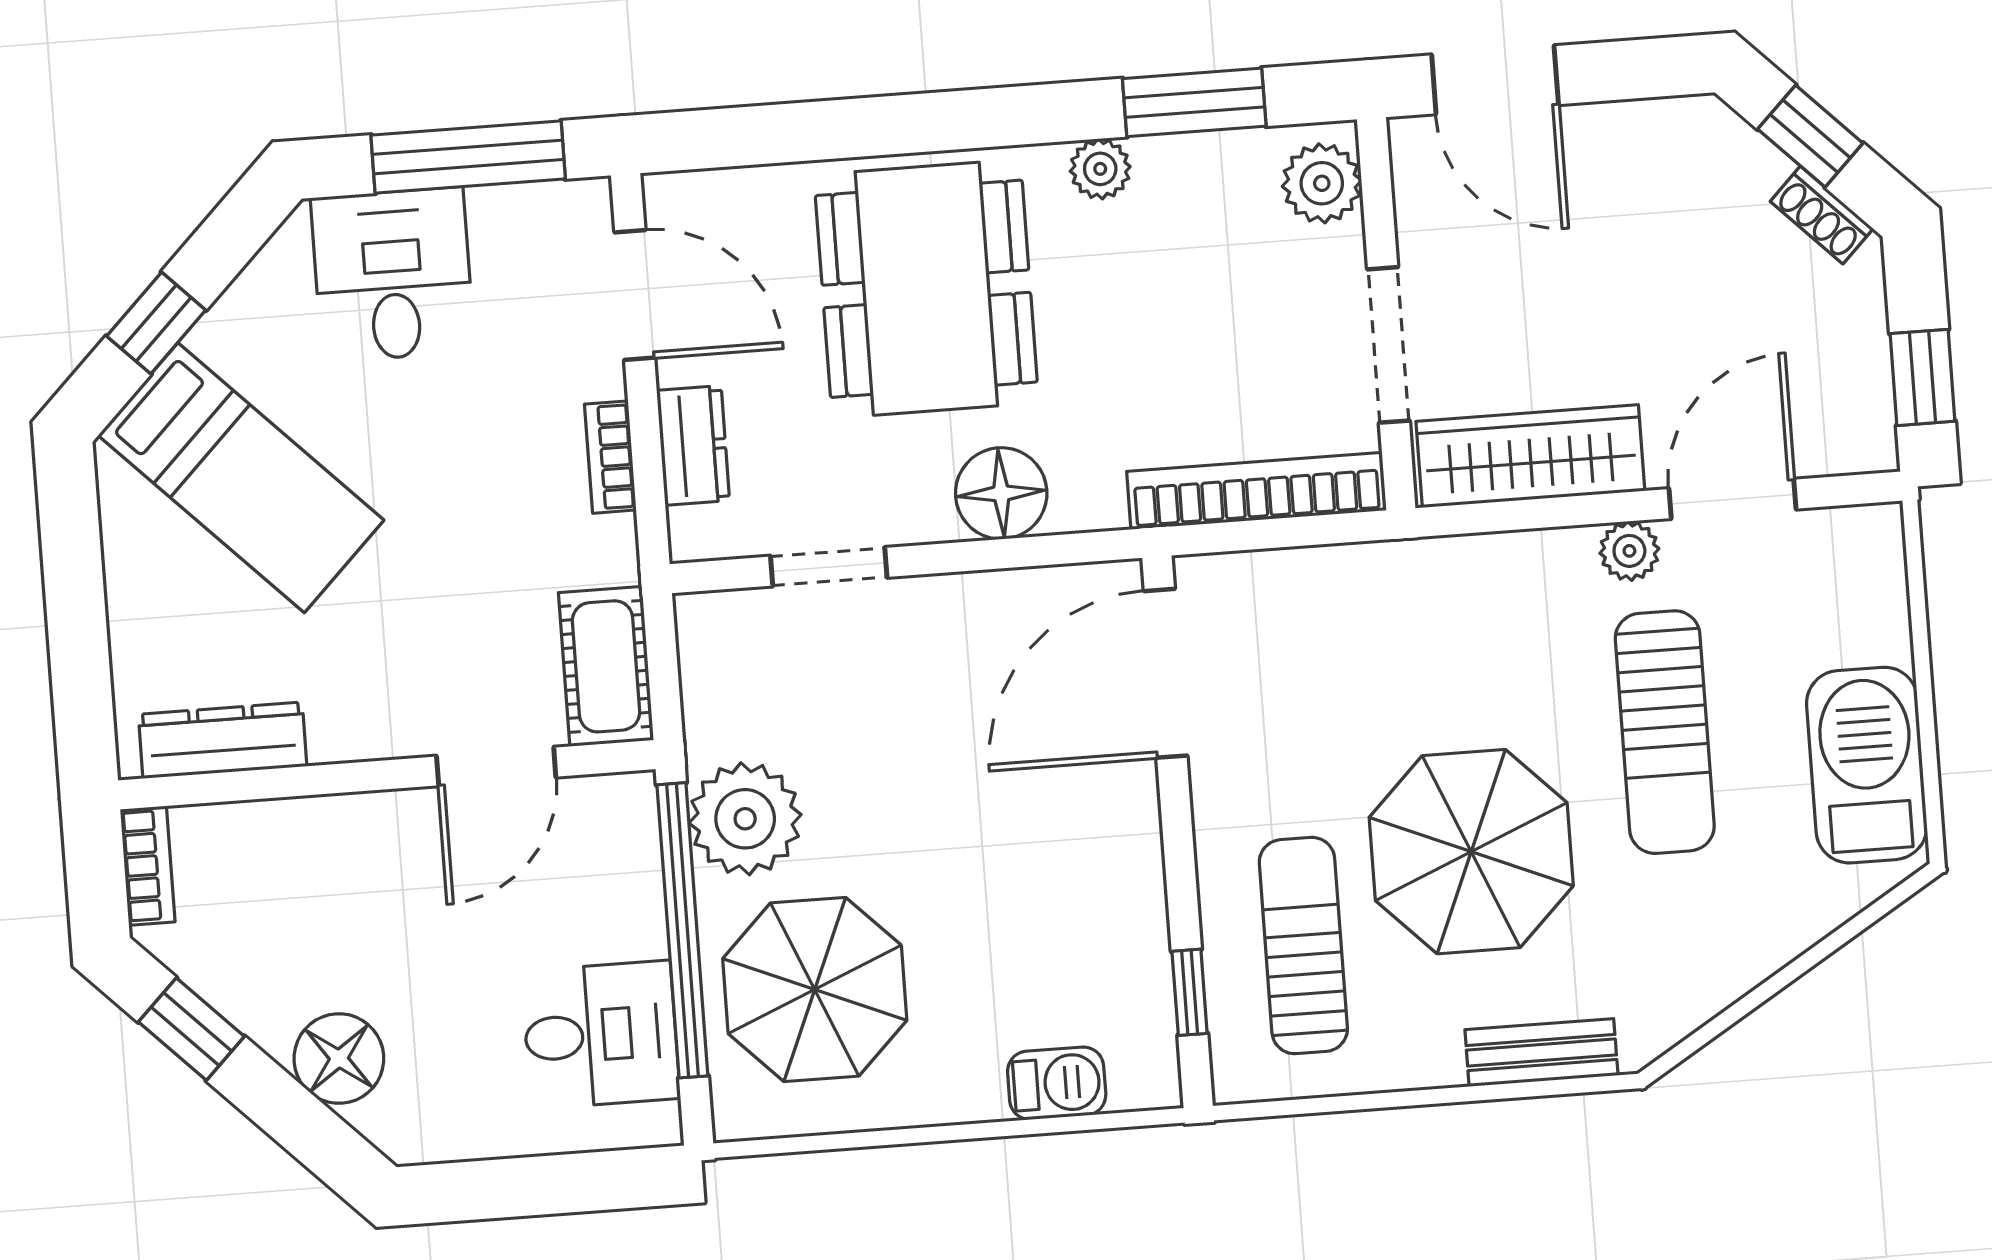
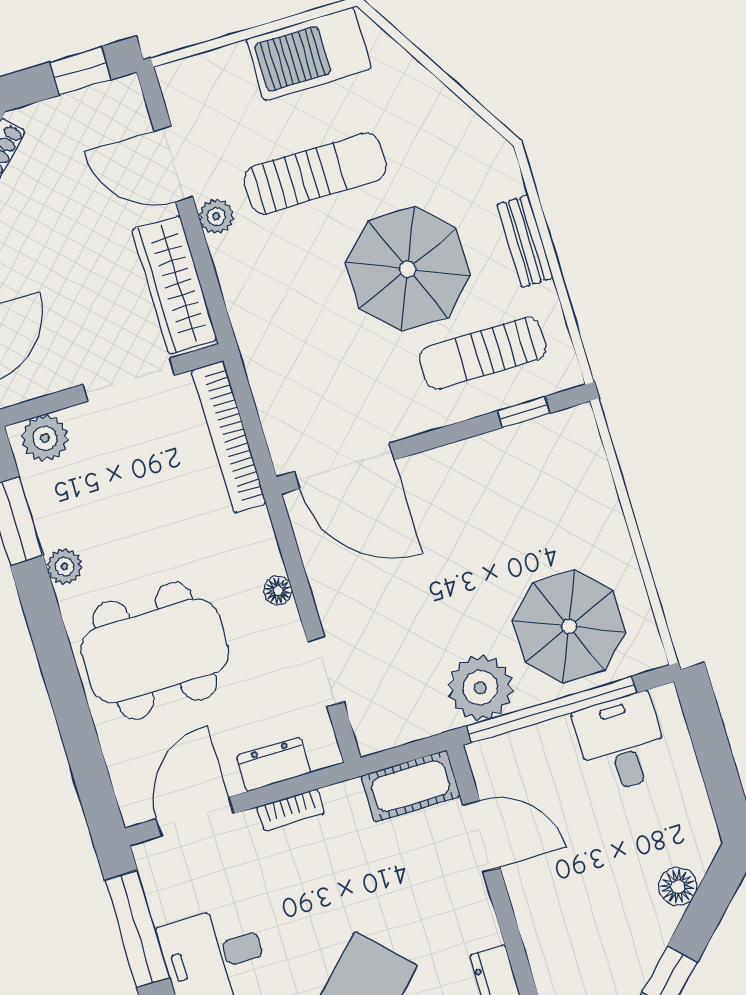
floor lamp: (1001, 493) -> (278, 591), width x0.53, depth x0.53
bench: (1541, 1053) -> (525, 241), moved
floor lamp: (339, 1059) -> (678, 887), width x0.73, depth x0.73
barbecue: (1057, 1083) -> (592, 477), removed

